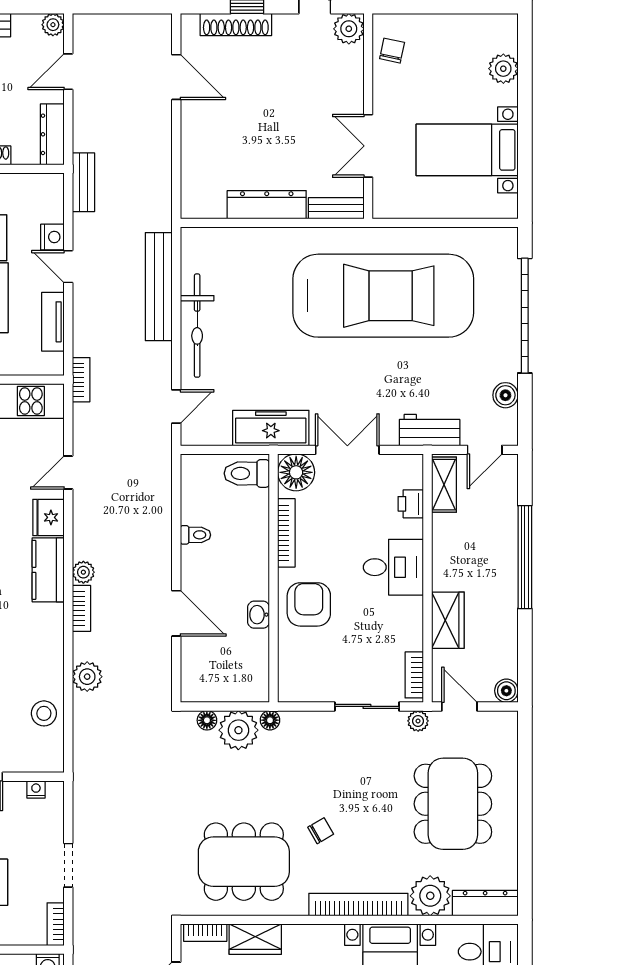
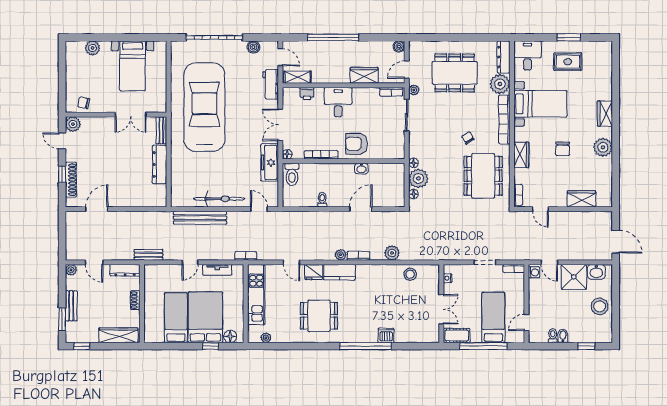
nightstand: (52, 237) -> (176, 270), removed
floor lamp: (296, 472) -> (287, 154), width x0.53, depth x0.53
wardrobe: (255, 939) -> (521, 155), moved

